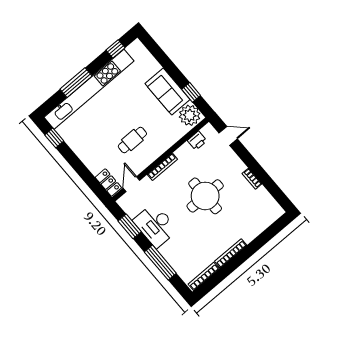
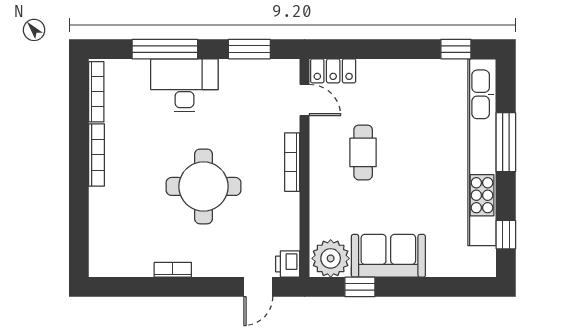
printer: (197, 141) -> (288, 264), moved
desk: (155, 225) -> (184, 85), moved

